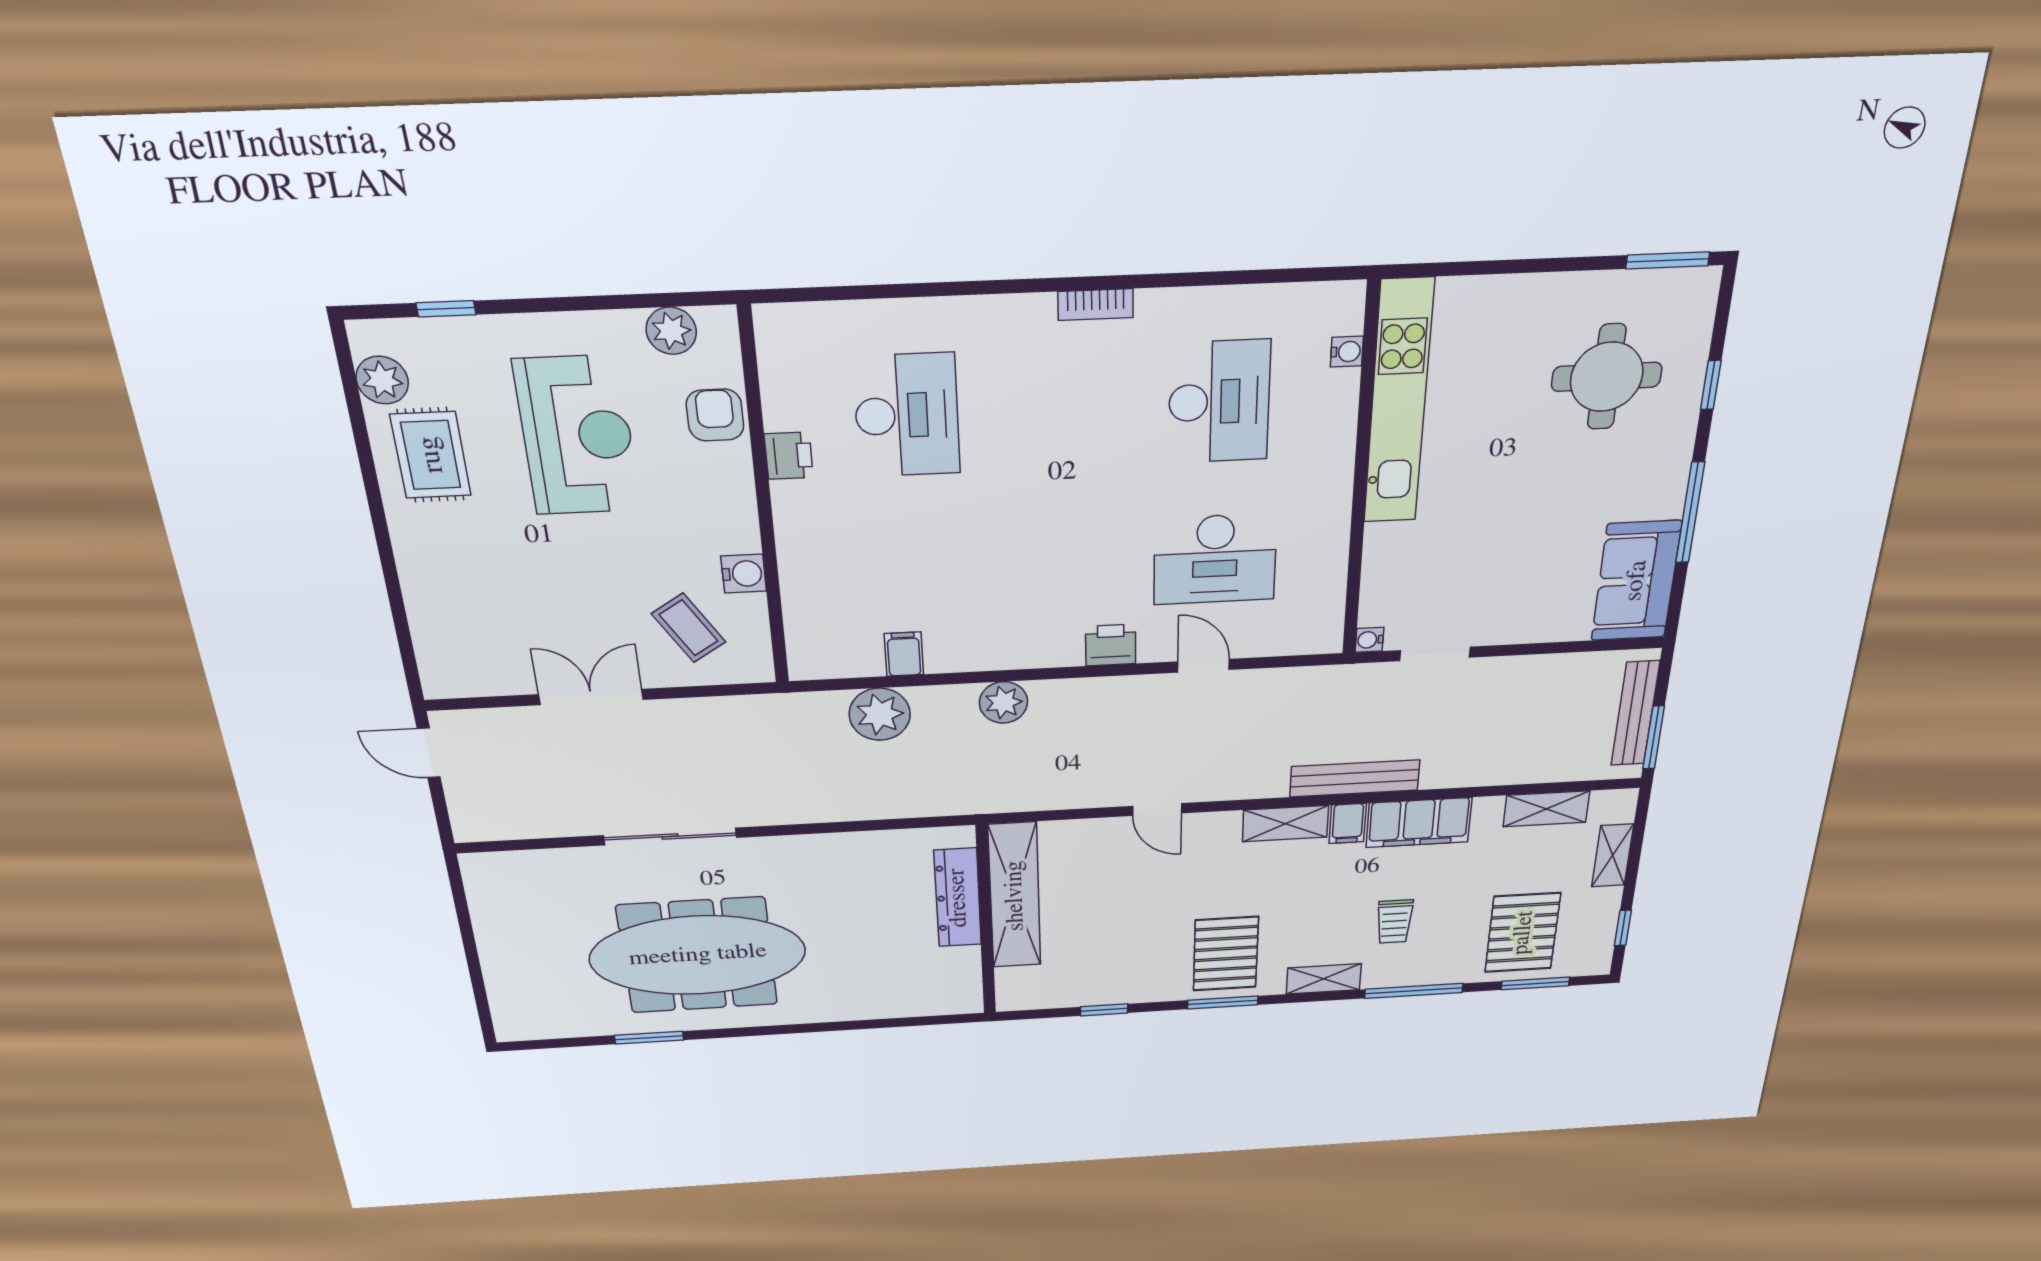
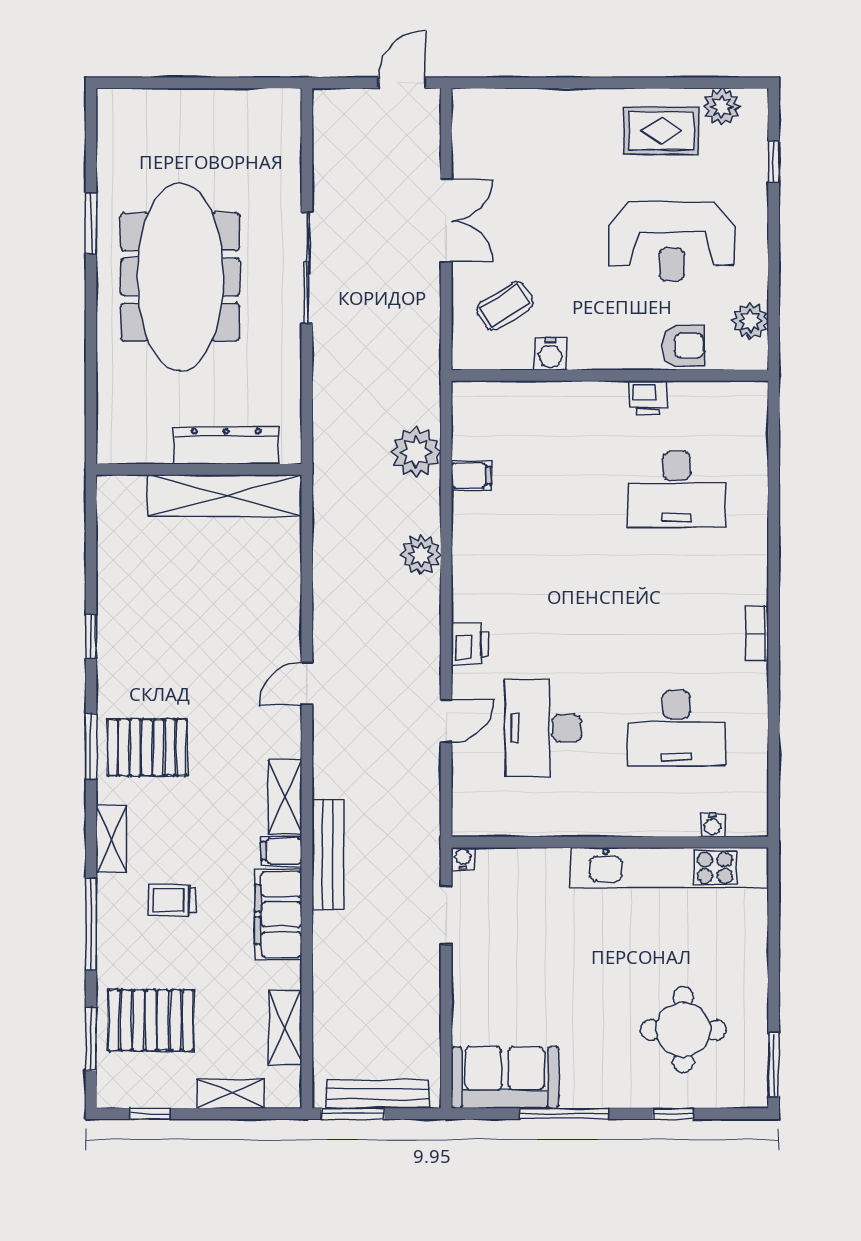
shelving: (1015, 896) -> (225, 496), moved
dresser: (958, 898) -> (226, 446), moved
wall: (986, 921) -> (199, 469), moved

